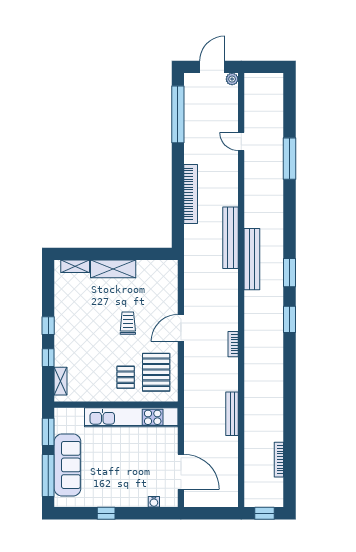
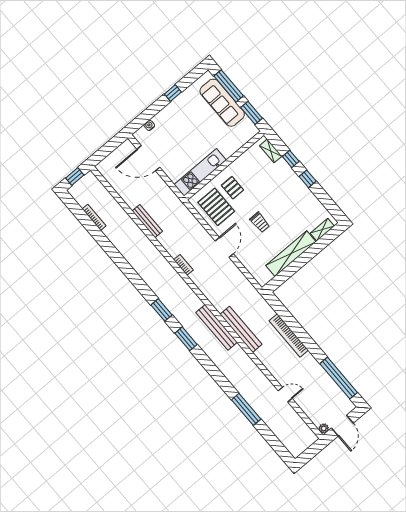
shelving: (113, 269) -> (291, 254), width x1.47
kitchen unit: (131, 417) -> (200, 172), width x0.73

